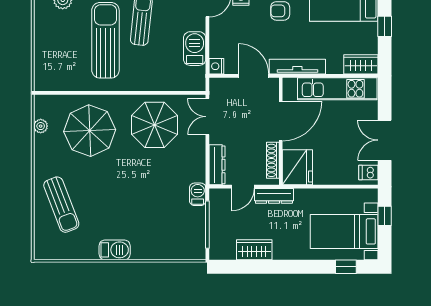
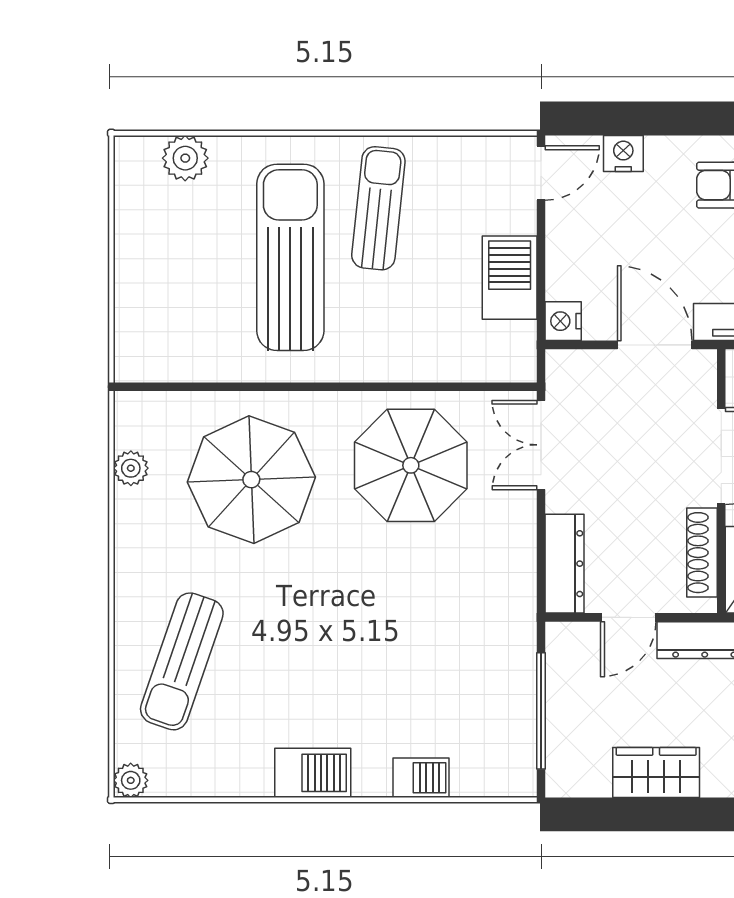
barbecue: (198, 194) -> (421, 778), moved, turned 90
sun lounger: (61, 205) -> (182, 661), turned 40
plant: (41, 253) -> (131, 780), added

